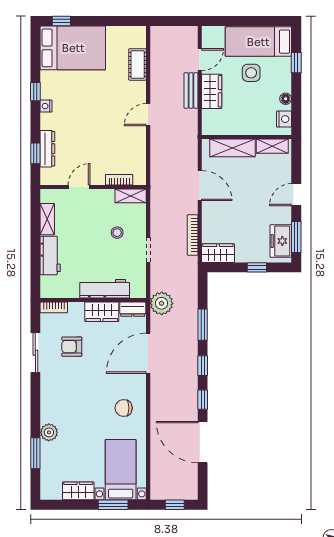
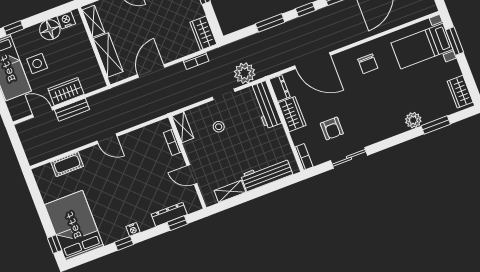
floor lamp: (286, 99) -> (50, 30), width x1.89, depth x1.89
bookcase: (193, 235) -> (196, 61), width x0.64
workbench: (50, 255) -> (267, 175), width x1.37
workbench: (105, 289) -> (266, 105), moved
plant: (162, 303) -> (245, 73), moved
wardrobe: (78, 491) -> (460, 92), moved

